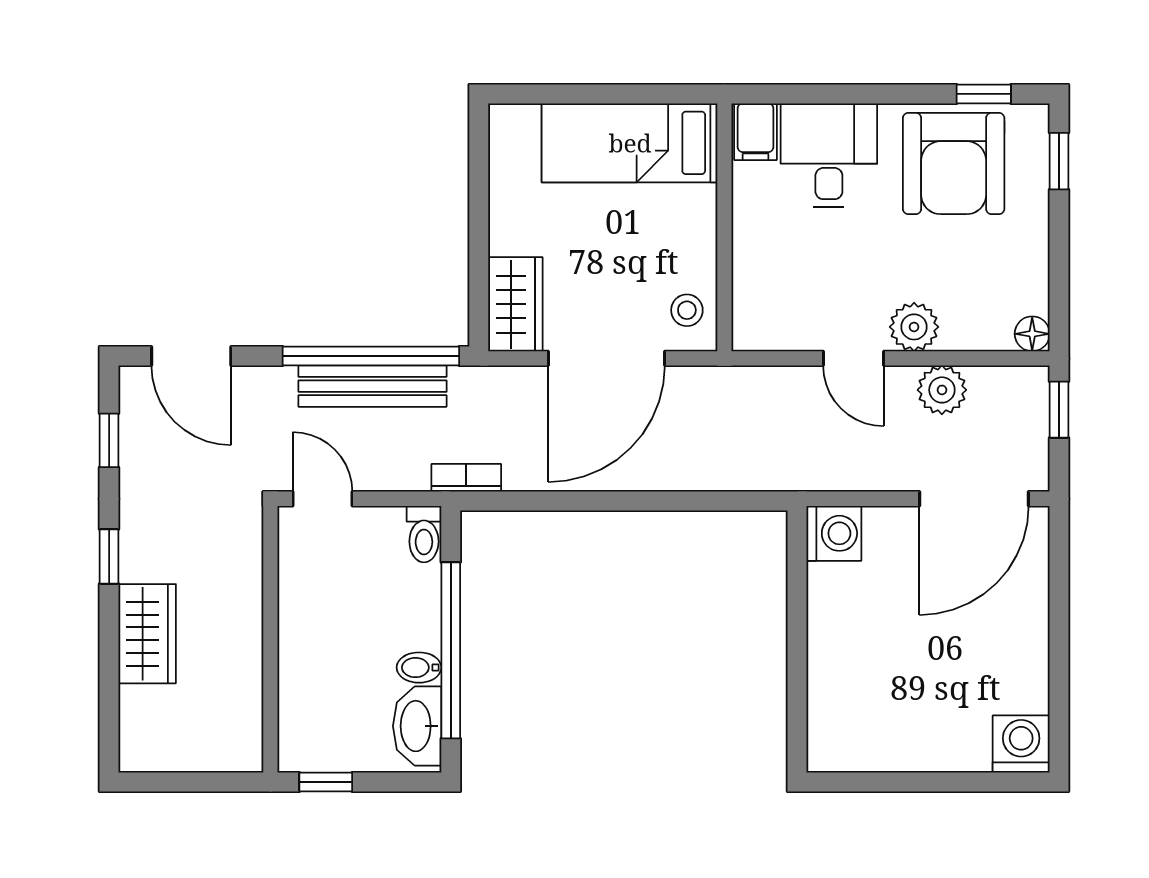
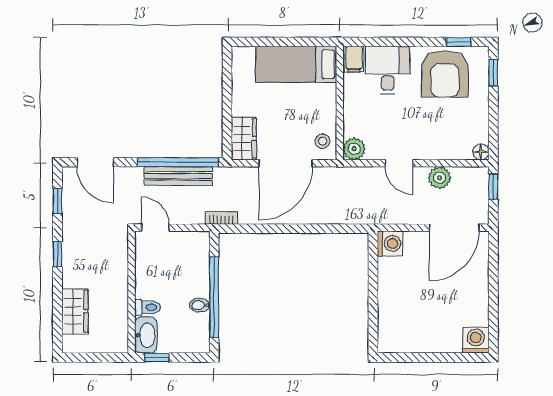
plant: (914, 327) -> (354, 149), moved
toilet: (424, 534) -> (148, 307), moved, turned -90
wardrobe: (147, 634) -> (75, 311), moved
washbasin: (417, 726) -> (146, 335), moved, turned 180

